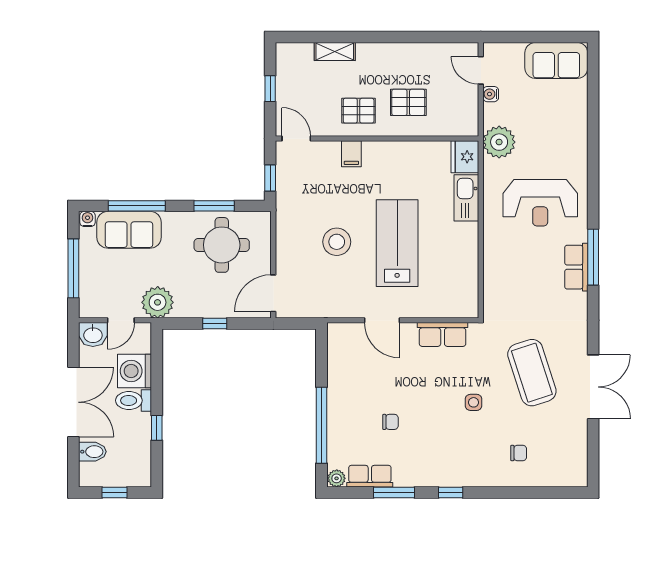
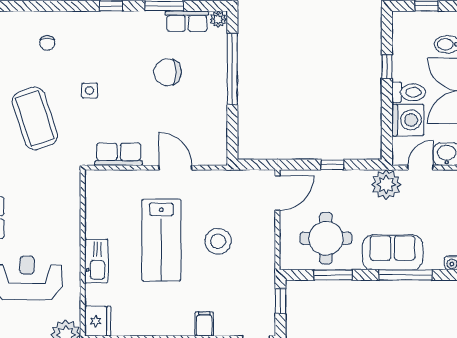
kitchen sink: (466, 198) -> (96, 261), moved
sofa: (129, 230) -> (393, 253), moved
chair: (390, 422) -> (168, 72), width x1.87, depth x1.87
chair: (519, 453) -> (47, 43), turned -90

